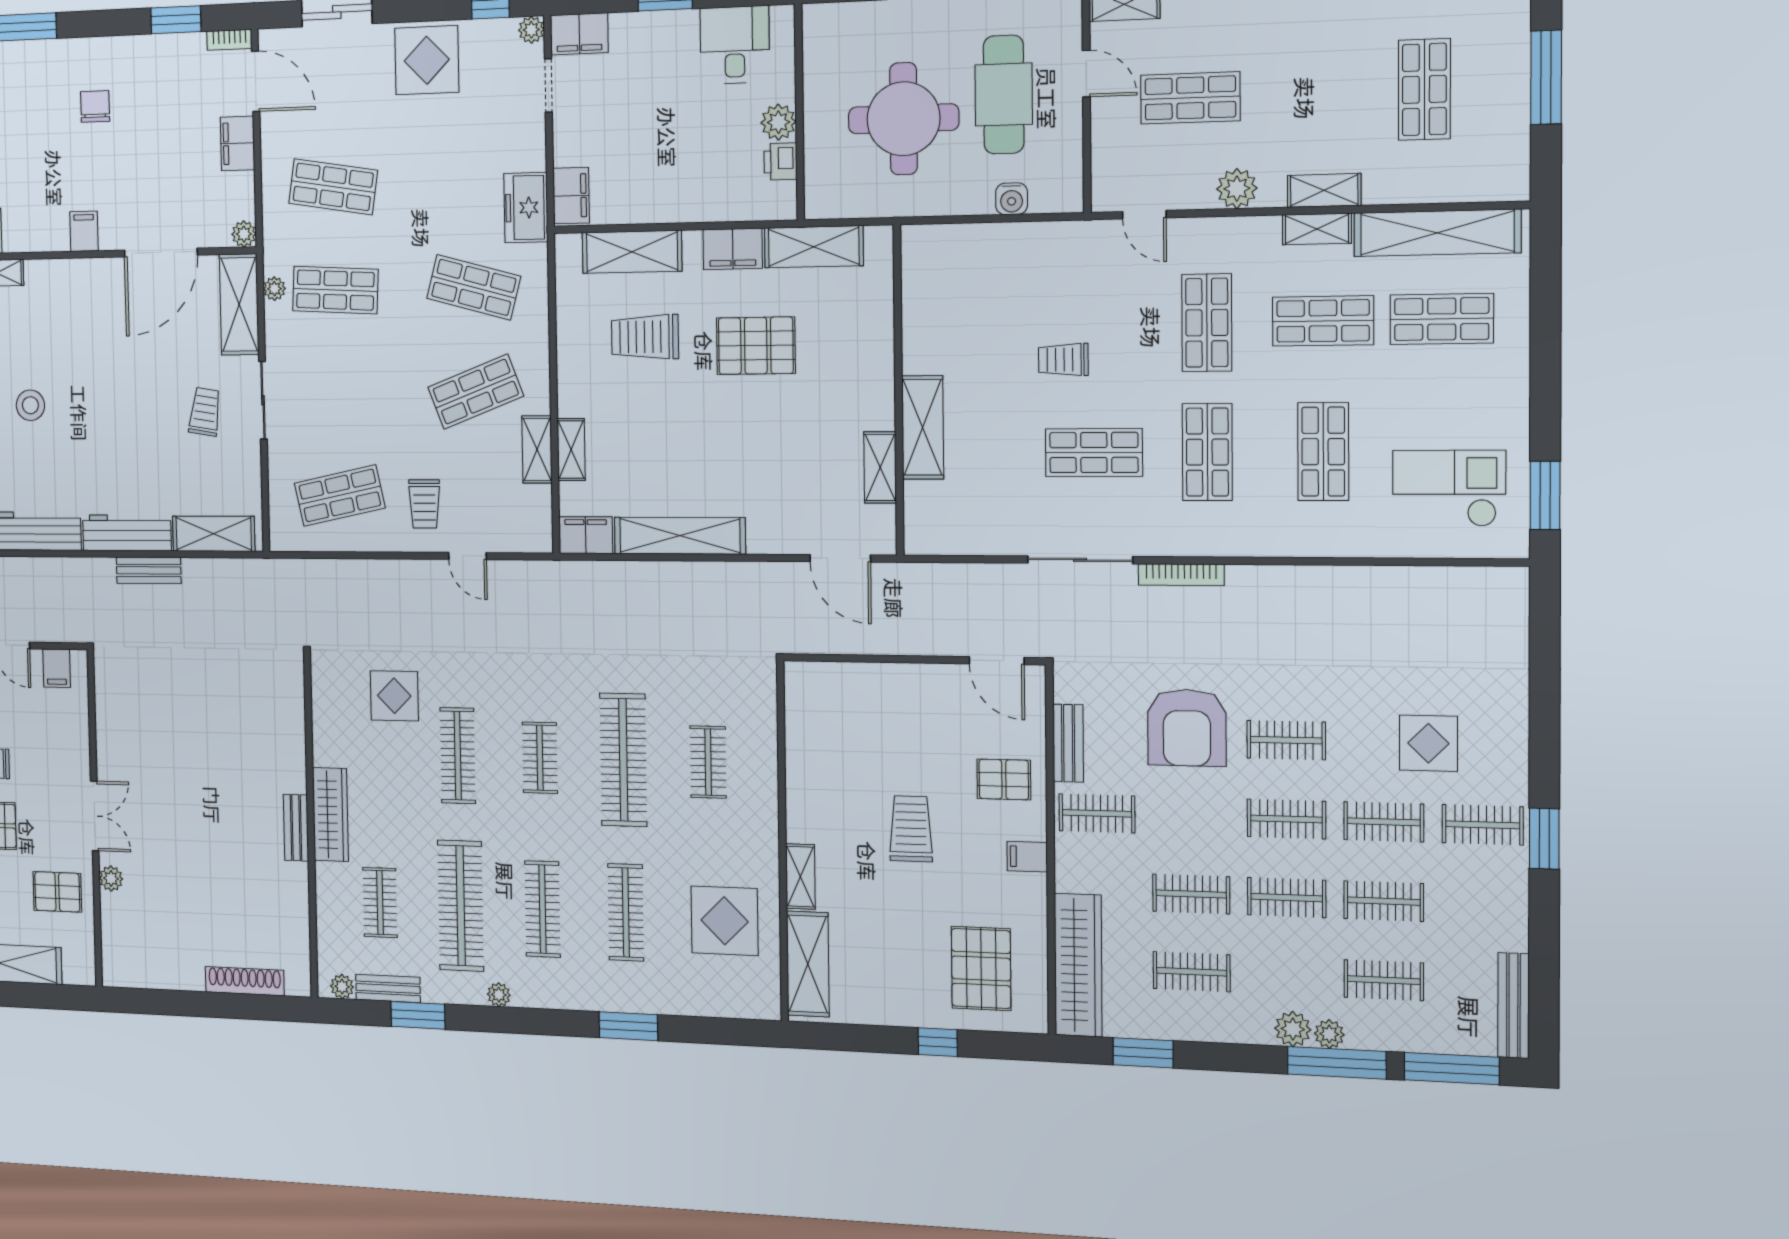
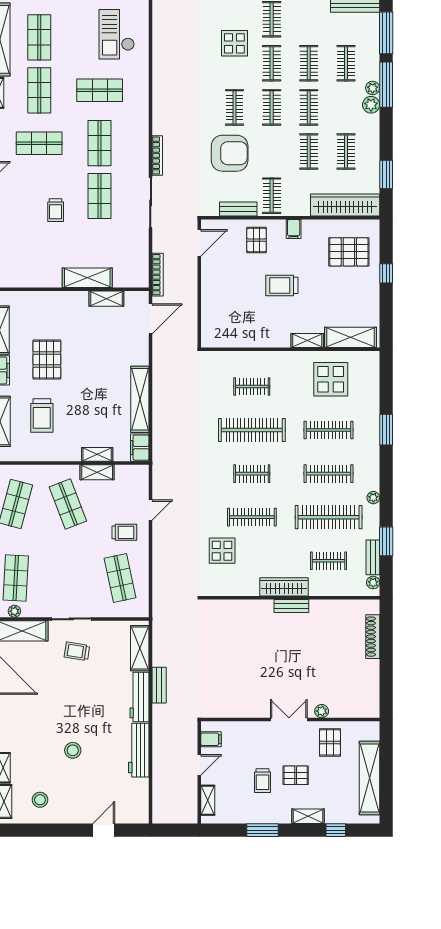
shop shelf: (1207, 452) -> (100, 143), turned 90
bookcase: (930, 574) -> (158, 275), added

